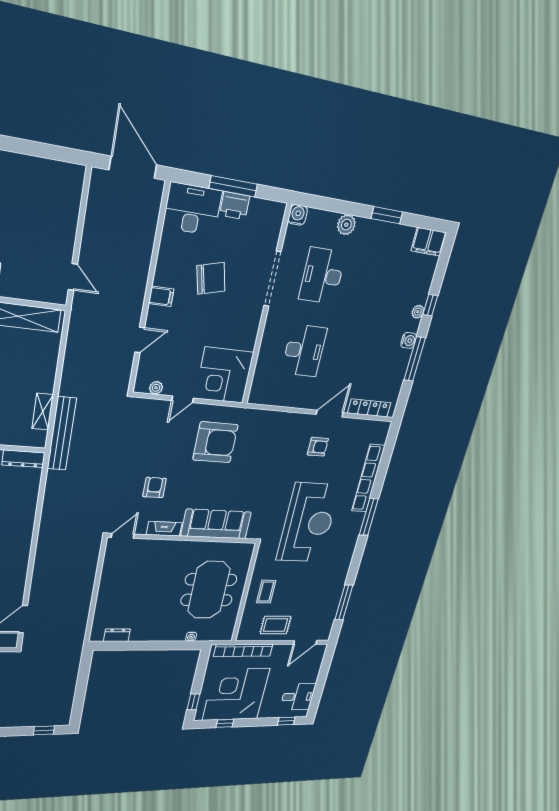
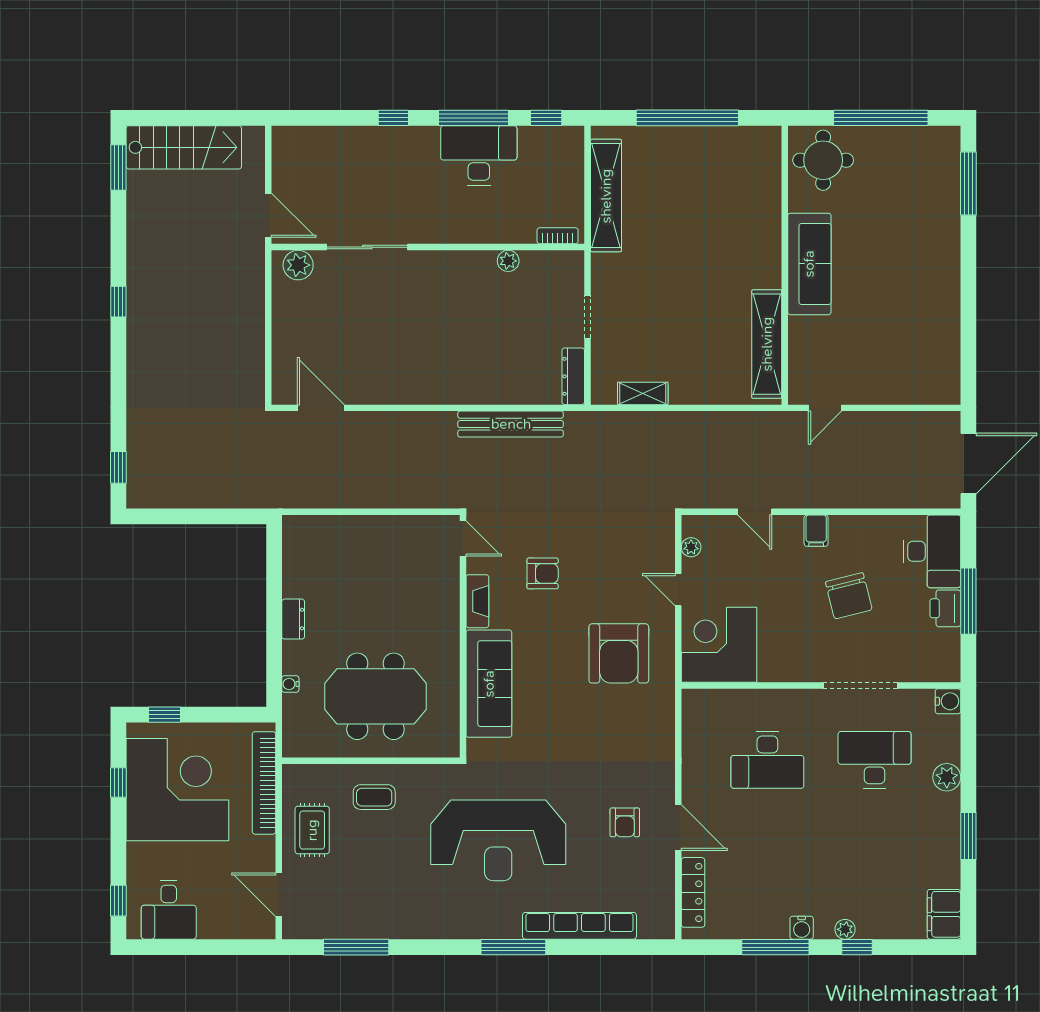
bench: (62, 434) -> (511, 424), moved
dresser: (117, 635) -> (293, 619), moved

